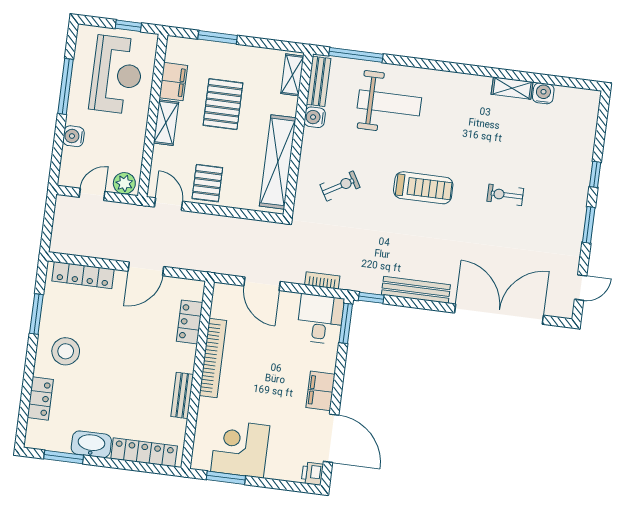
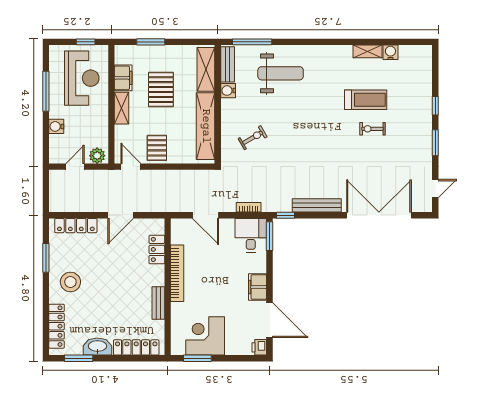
shelving: (292, 75) -> (206, 69), width x1.50, depth x1.33
treadmill: (423, 188) -> (366, 100), moved
locker: (40, 398) -> (57, 326), width x1.53

